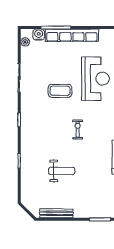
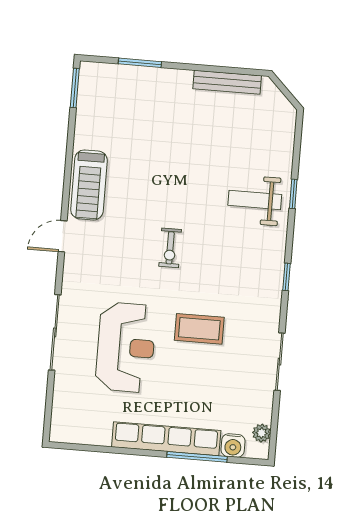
reception desk: (95, 79) -> (126, 347), turned 180
weight bench: (62, 171) -> (255, 200), moved

